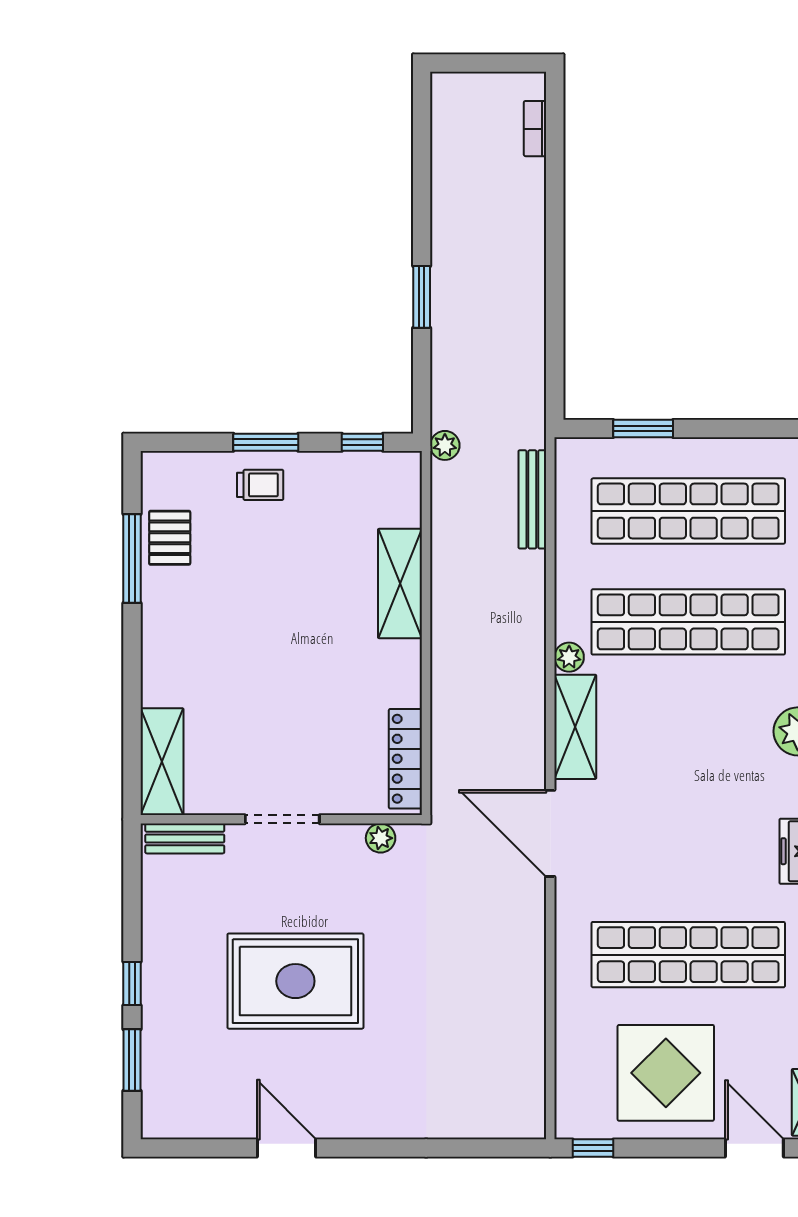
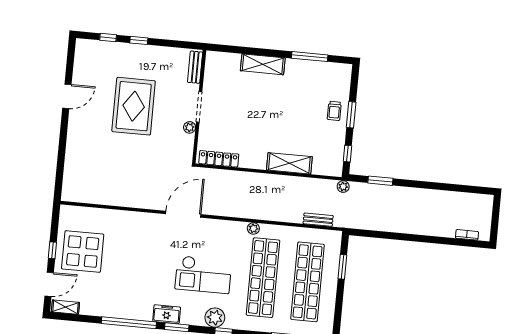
window: (422, 297) -> (380, 181), moved
bench: (532, 499) -> (318, 220), width x0.73
pallet: (170, 538) -> (316, 73), removed
shelving: (575, 727) -> (225, 228), removed
shelving: (162, 762) -> (263, 64), moved
checkout: (695, 770) -> (203, 275), added
plant: (381, 838) -> (190, 127), moved
shop shelf: (688, 955) -> (129, 265), removed
window: (132, 1060) -> (108, 37), width x0.67
window: (593, 1148) -> (52, 250), moved

